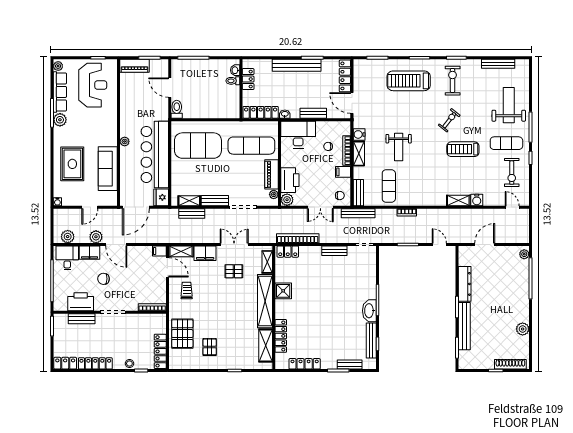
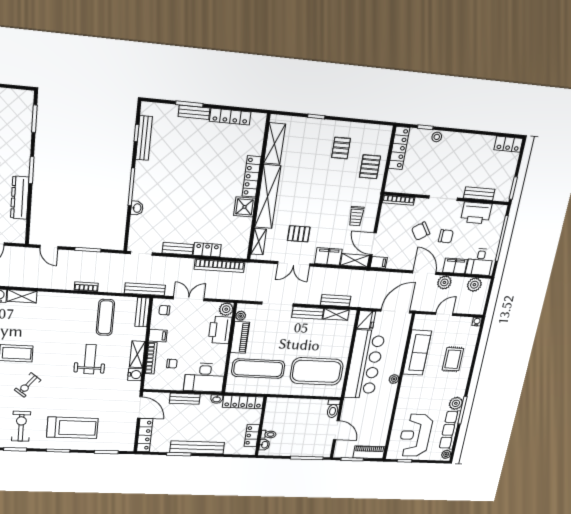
exercise bike: (453, 81) -> (21, 426), turned 180
rug: (72, 164) -> (453, 359), width x0.73, depth x0.70
locker: (288, 252) -> (207, 250), moved
chair: (127, 282) -> (421, 231), added
washbasin: (369, 311) -> (137, 208), moved, width x0.52, depth x0.69
bench: (464, 326) -> (23, 145), removed
pallet: (182, 334) -> (370, 167), width x0.67, depth x0.71
locker: (281, 336) -> (252, 176), moved
locker: (95, 363) -> (475, 141), removed
bench: (350, 365) -> (194, 112), moved

